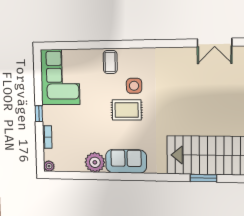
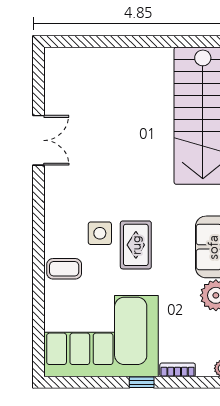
double door: (215, 43) -> (38, 140), moved
corner sofa: (60, 77) -> (101, 336), width x1.36, depth x1.36

